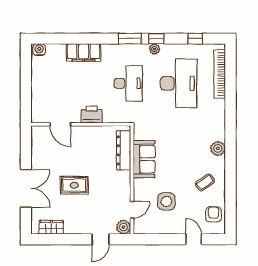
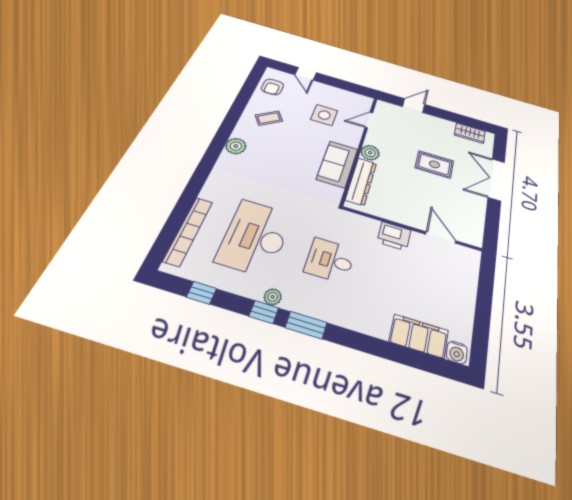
filing cabinet: (84, 53) -> (419, 336), moved
desk: (128, 83) -> (330, 260), width x0.73
plant: (124, 227) -> (370, 153), moved

